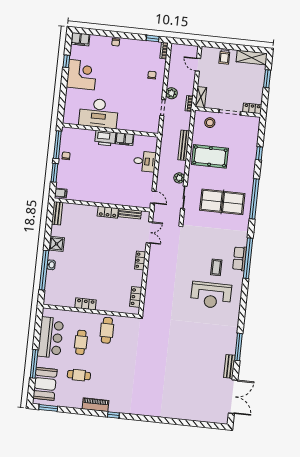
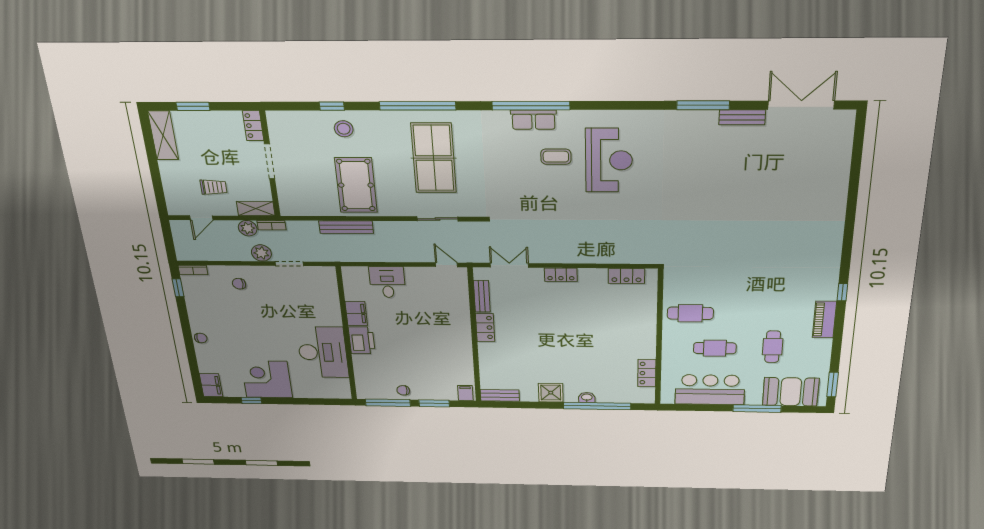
trolley: (224, 57) -> (214, 187), moved
stool: (210, 123) -> (344, 129), moved
plant: (179, 178) -> (248, 228), moved
door: (153, 197) -> (446, 265), hinge flipped
locker: (86, 304) -> (647, 373), moved

